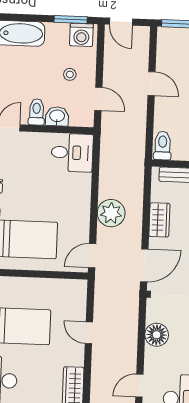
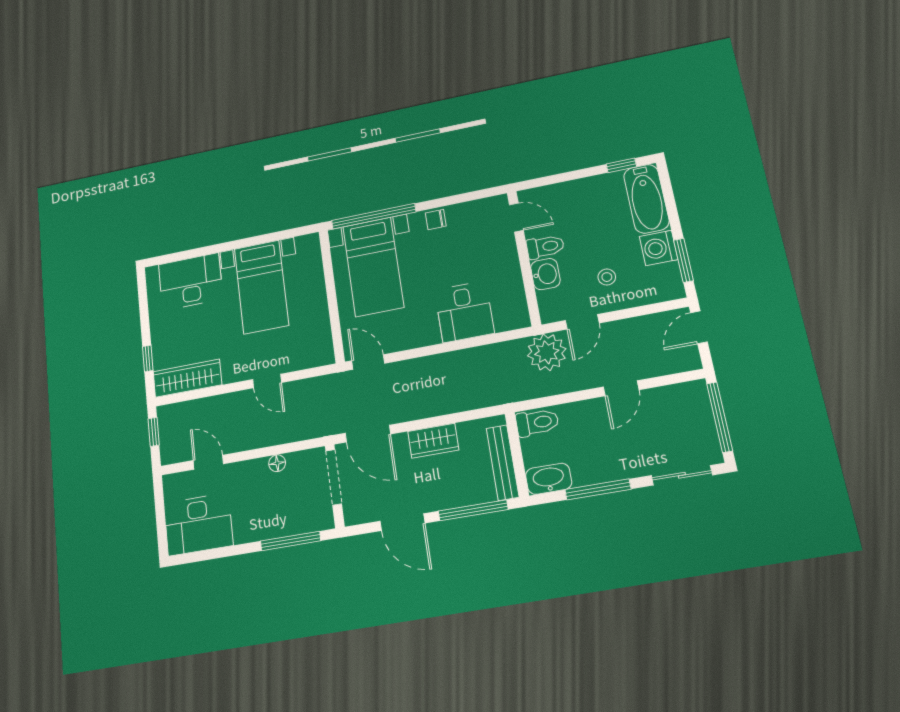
washing machine: (81, 35) -> (659, 248), moved
desk: (72, 153) -> (464, 312), moved
plant: (111, 213) -> (547, 352), moved
door: (89, 333) -> (267, 381), swing flipped
floor lamp: (157, 335) -> (277, 463), width x0.53, depth x0.53

